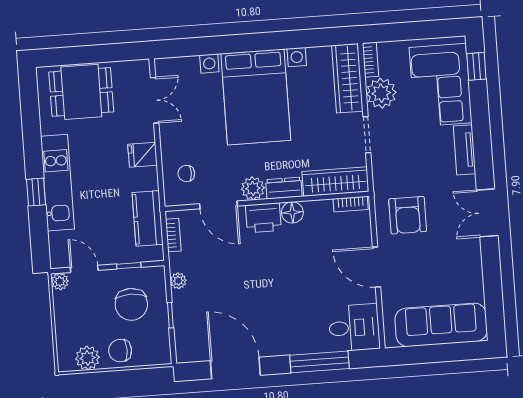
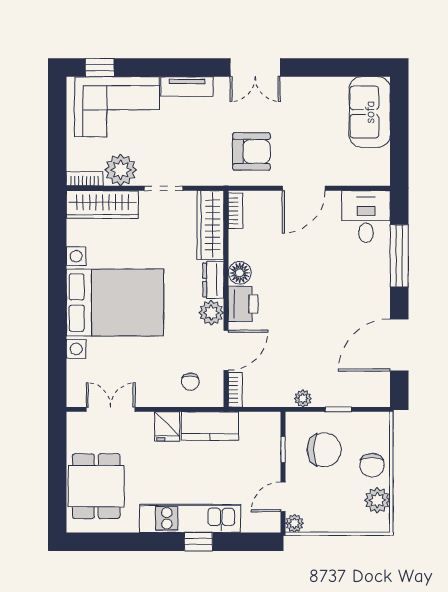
kitchen counter: (148, 218) -> (210, 426), moved
bookcase: (173, 235) -> (235, 390), moved, turned 90
sofa: (441, 325) -> (370, 112), width x0.73

